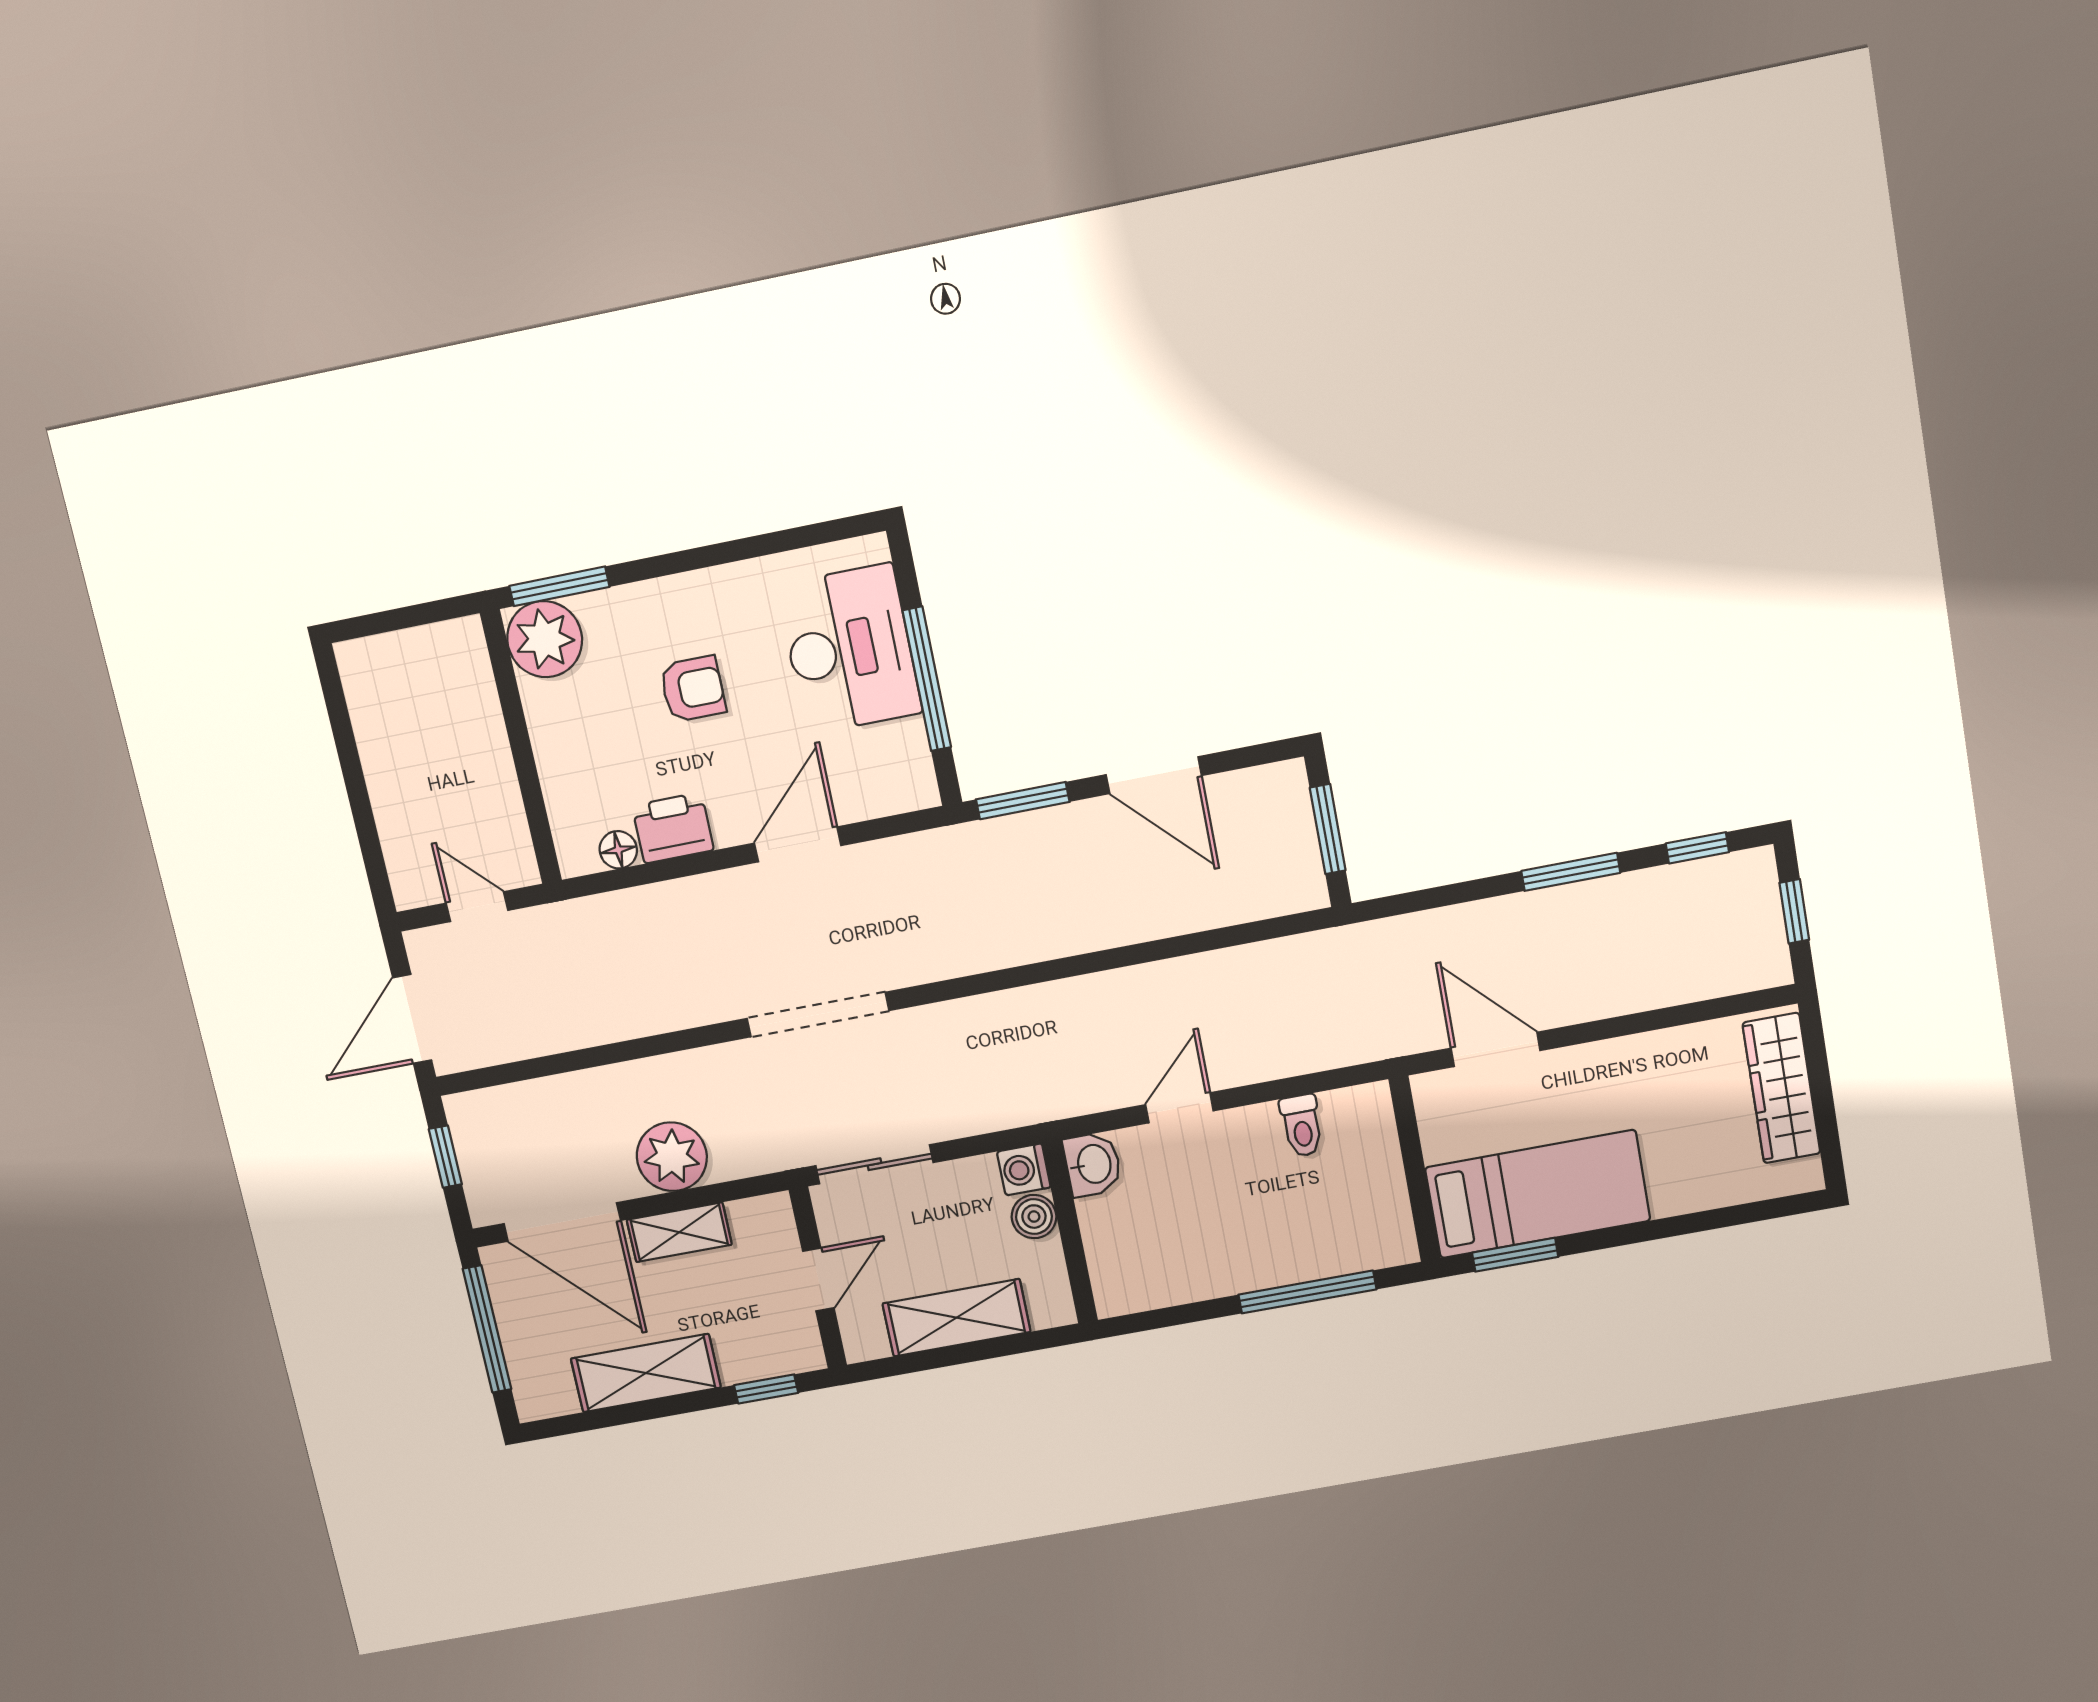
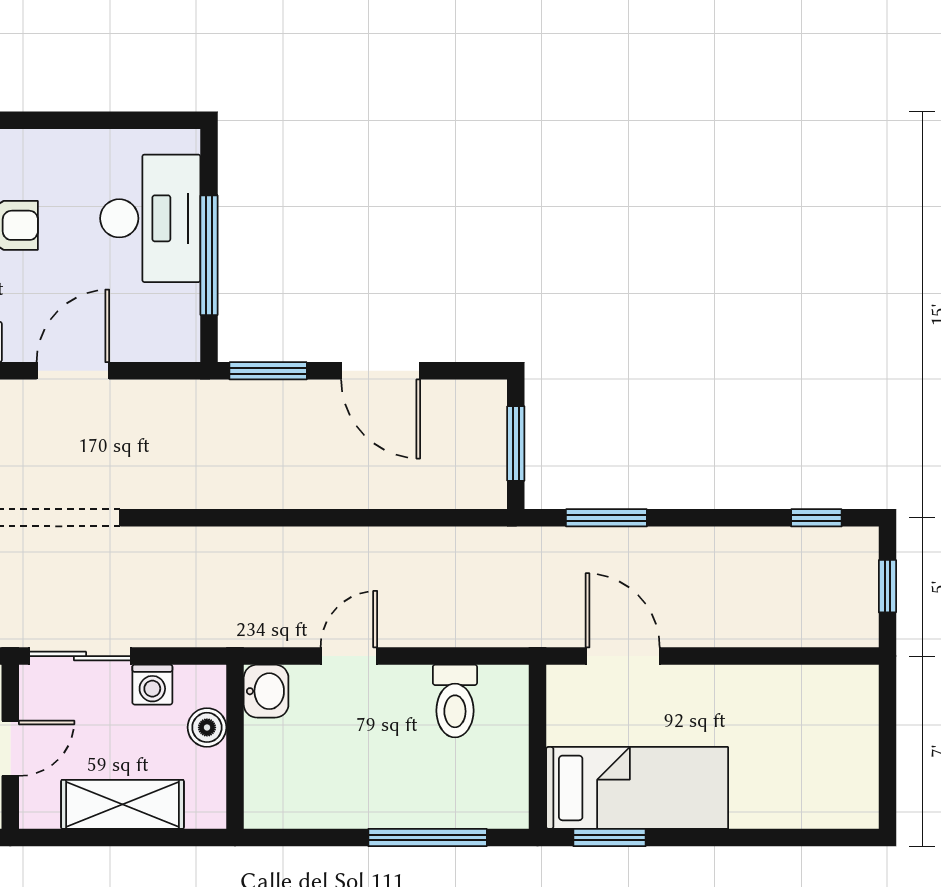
window: (1571, 872) -> (606, 518), moved
wardrobe: (1781, 1088) -> (855, 735), removed
toilet: (1302, 1126) -> (455, 701), width x1.37, depth x1.39
washing machine: (1024, 1169) -> (152, 685), moved, turned -90

